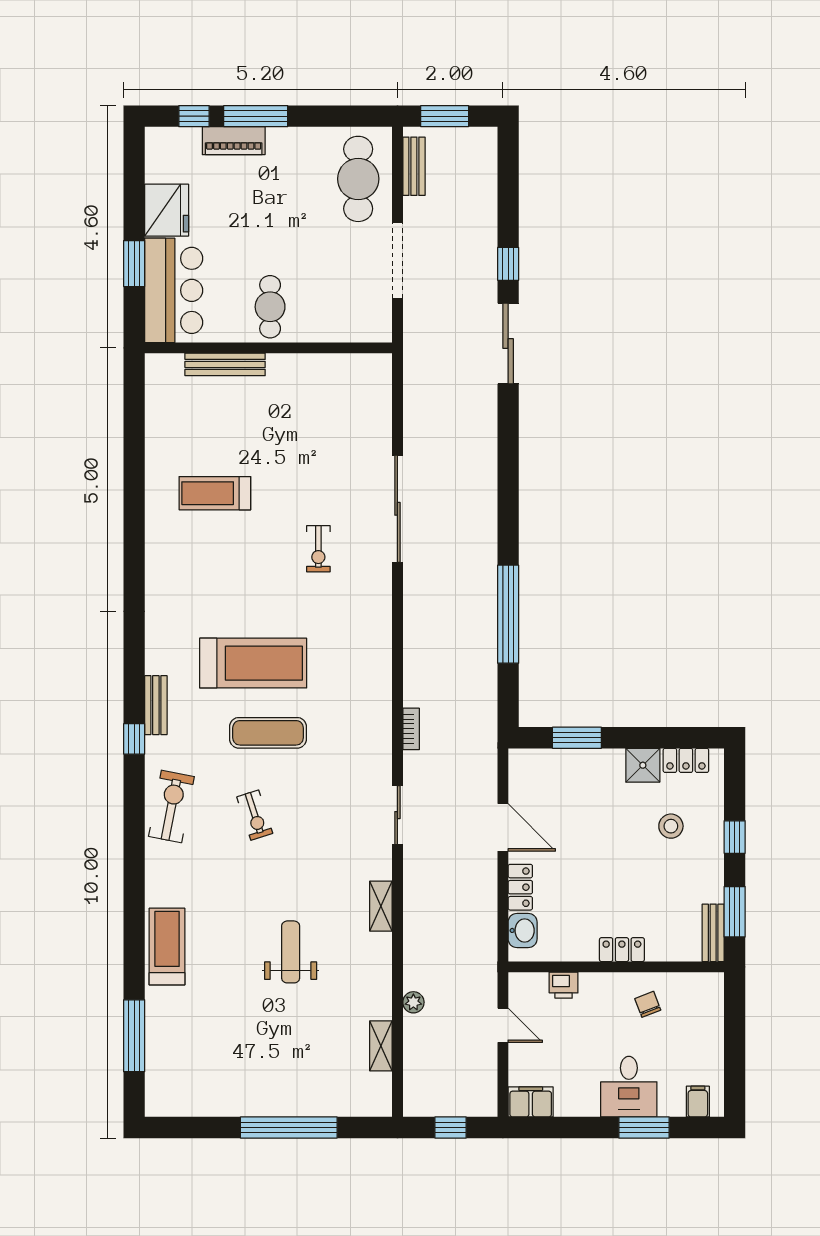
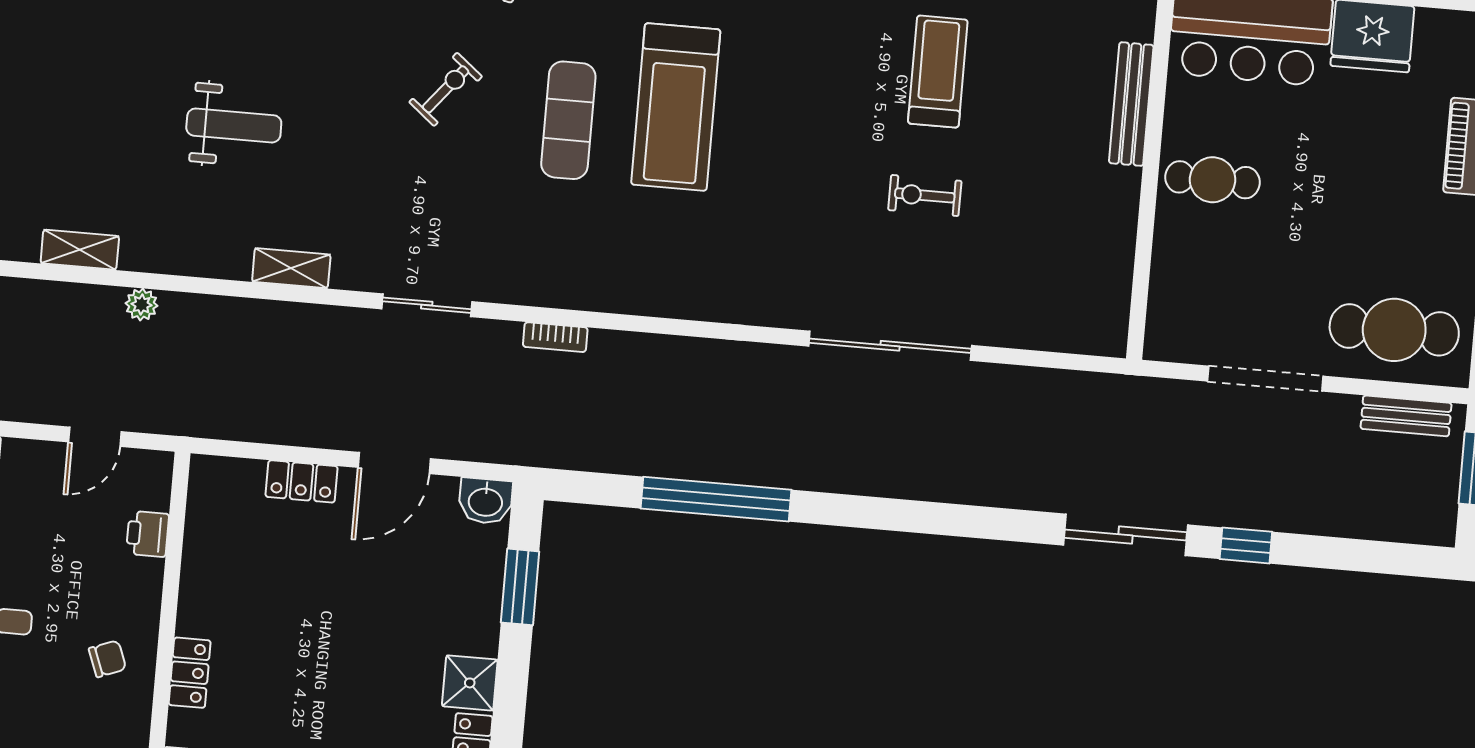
exercise bike: (318, 549) -> (925, 195), moved
exercise bike: (255, 815) -> (446, 89), turned 147
stool: (671, 826) -> (374, 717), removed
washbasin: (523, 930) -> (485, 501), moved
locker: (622, 950) -> (190, 673), moved

